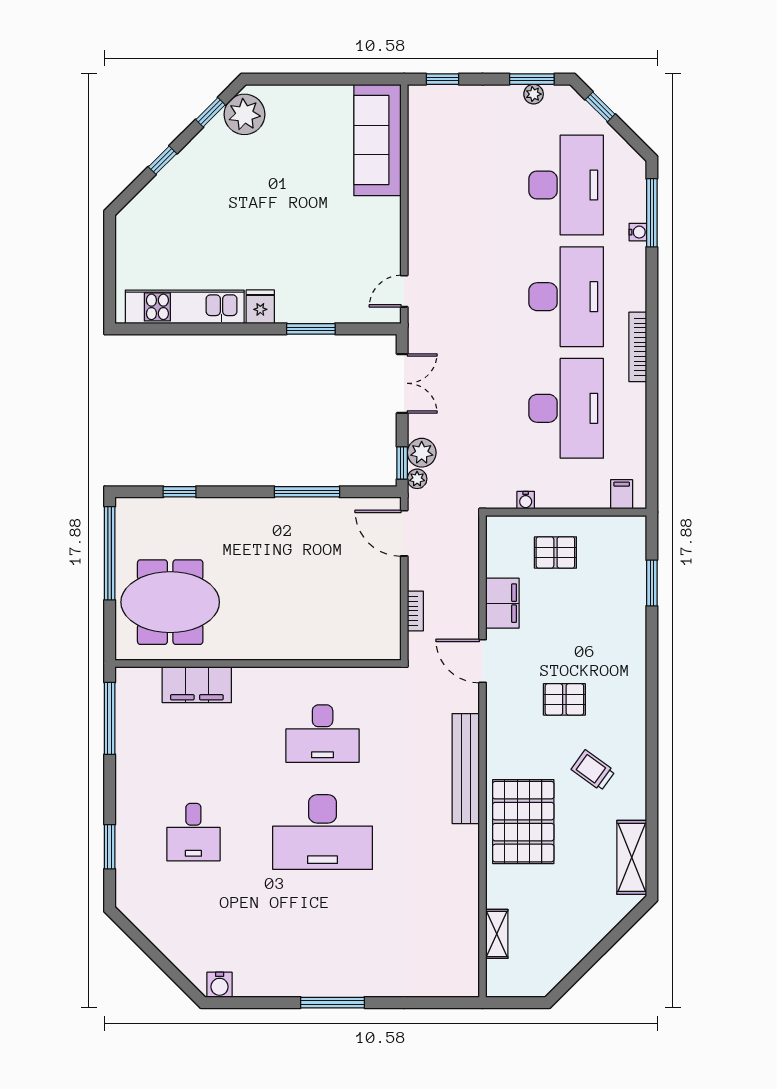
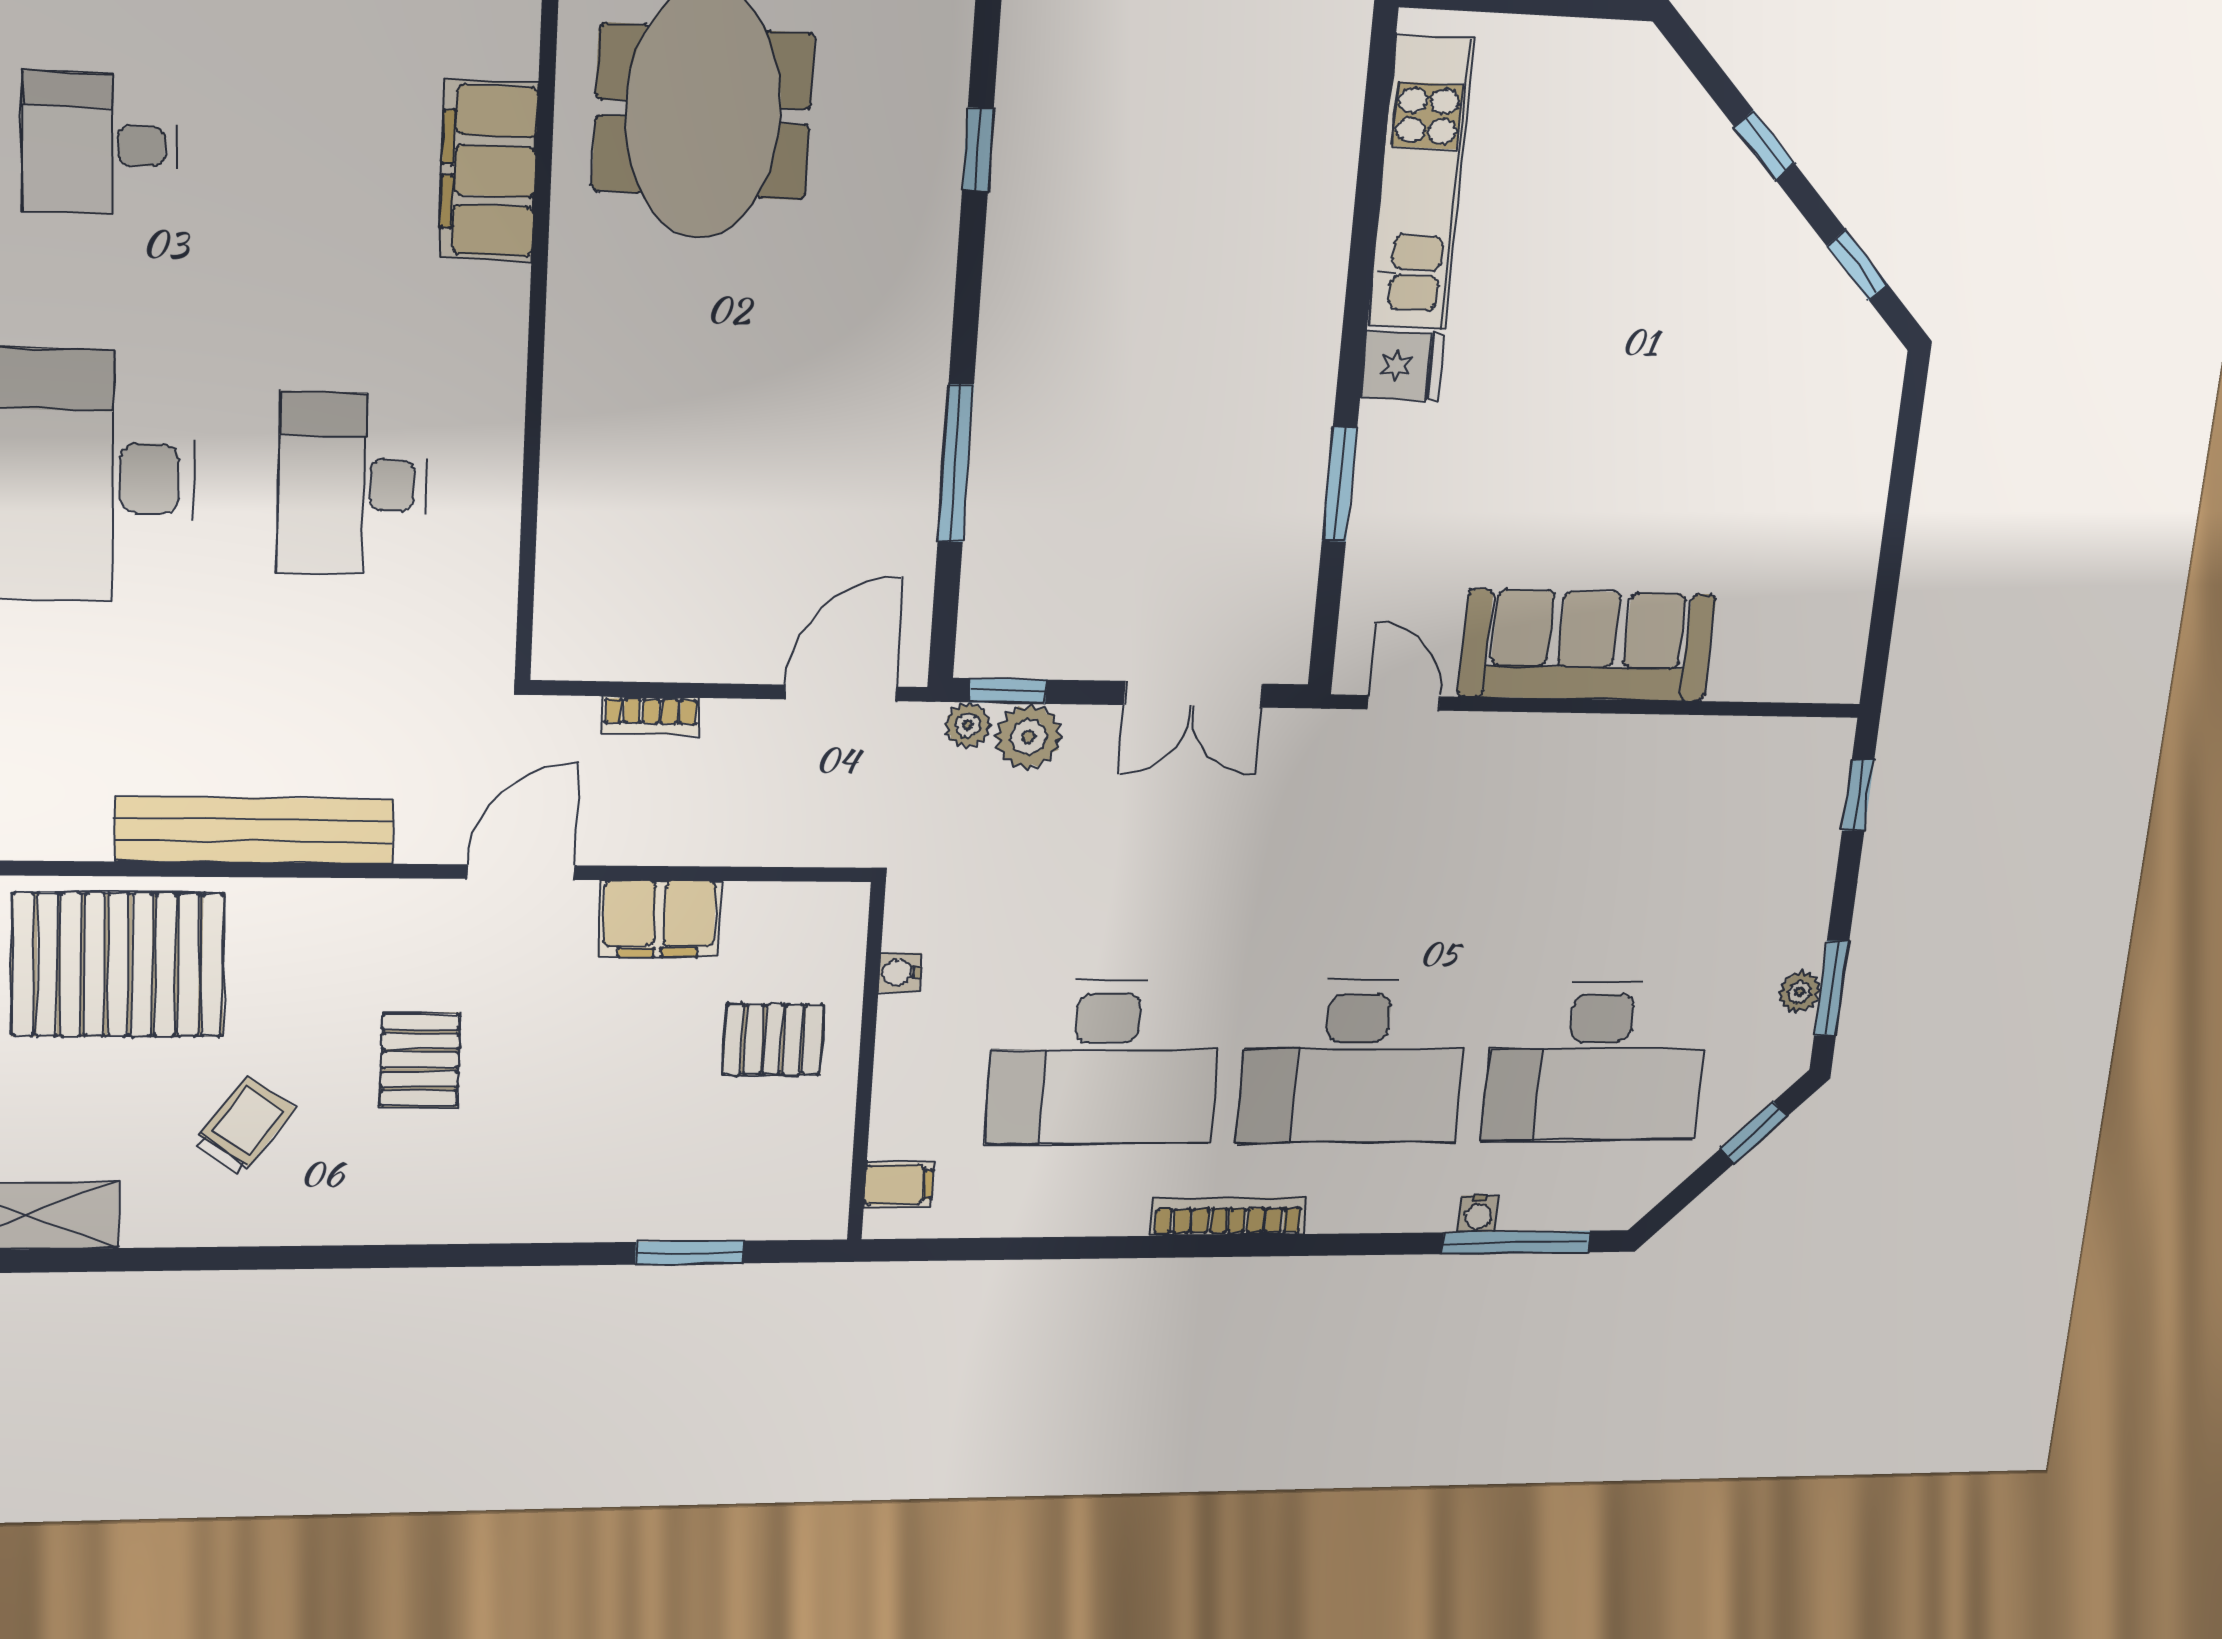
plant: (244, 114) -> (1842, 345), removed
sofa: (377, 140) -> (1587, 645), moved
pallet: (555, 552) -> (773, 1039), turned 90

